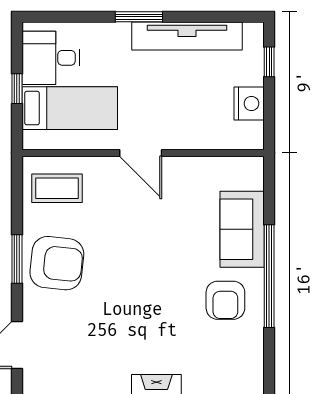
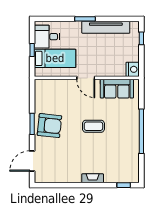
nightstand: (249, 103) -> (133, 69), moved
coffee table: (57, 188) -> (93, 126), moved
sofa: (242, 229) -> (117, 89), moved, turned -90
armchair: (225, 300) -> (122, 142), removed

